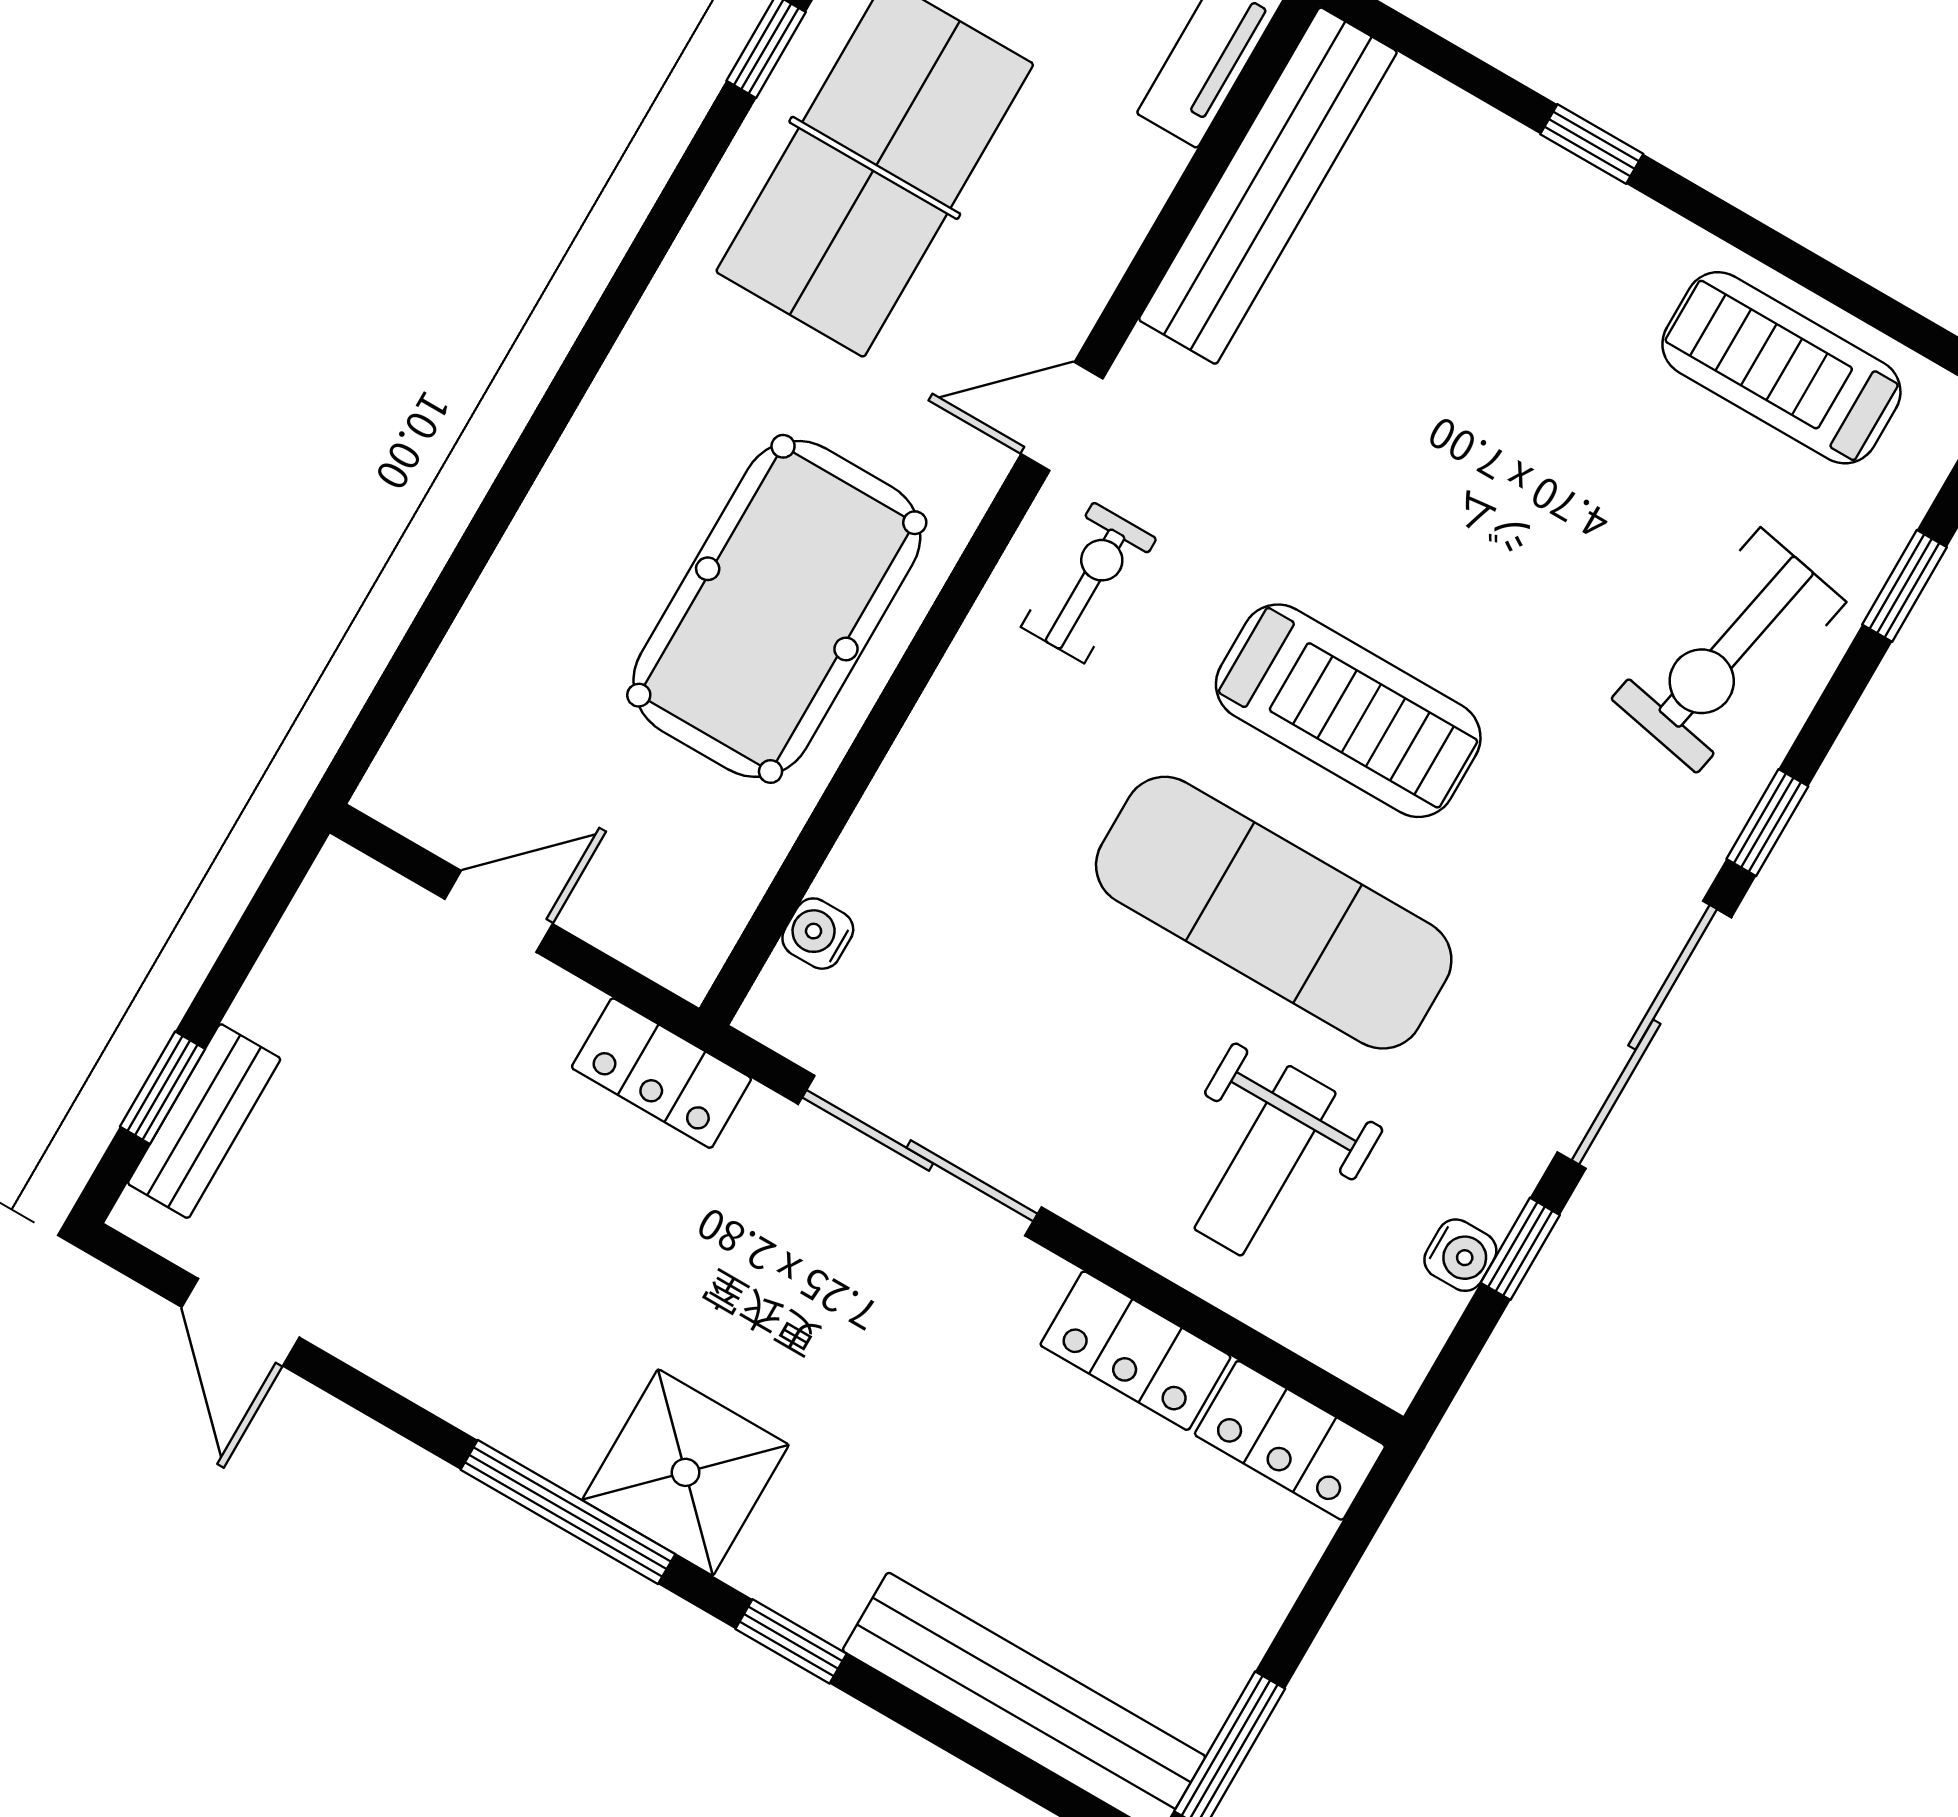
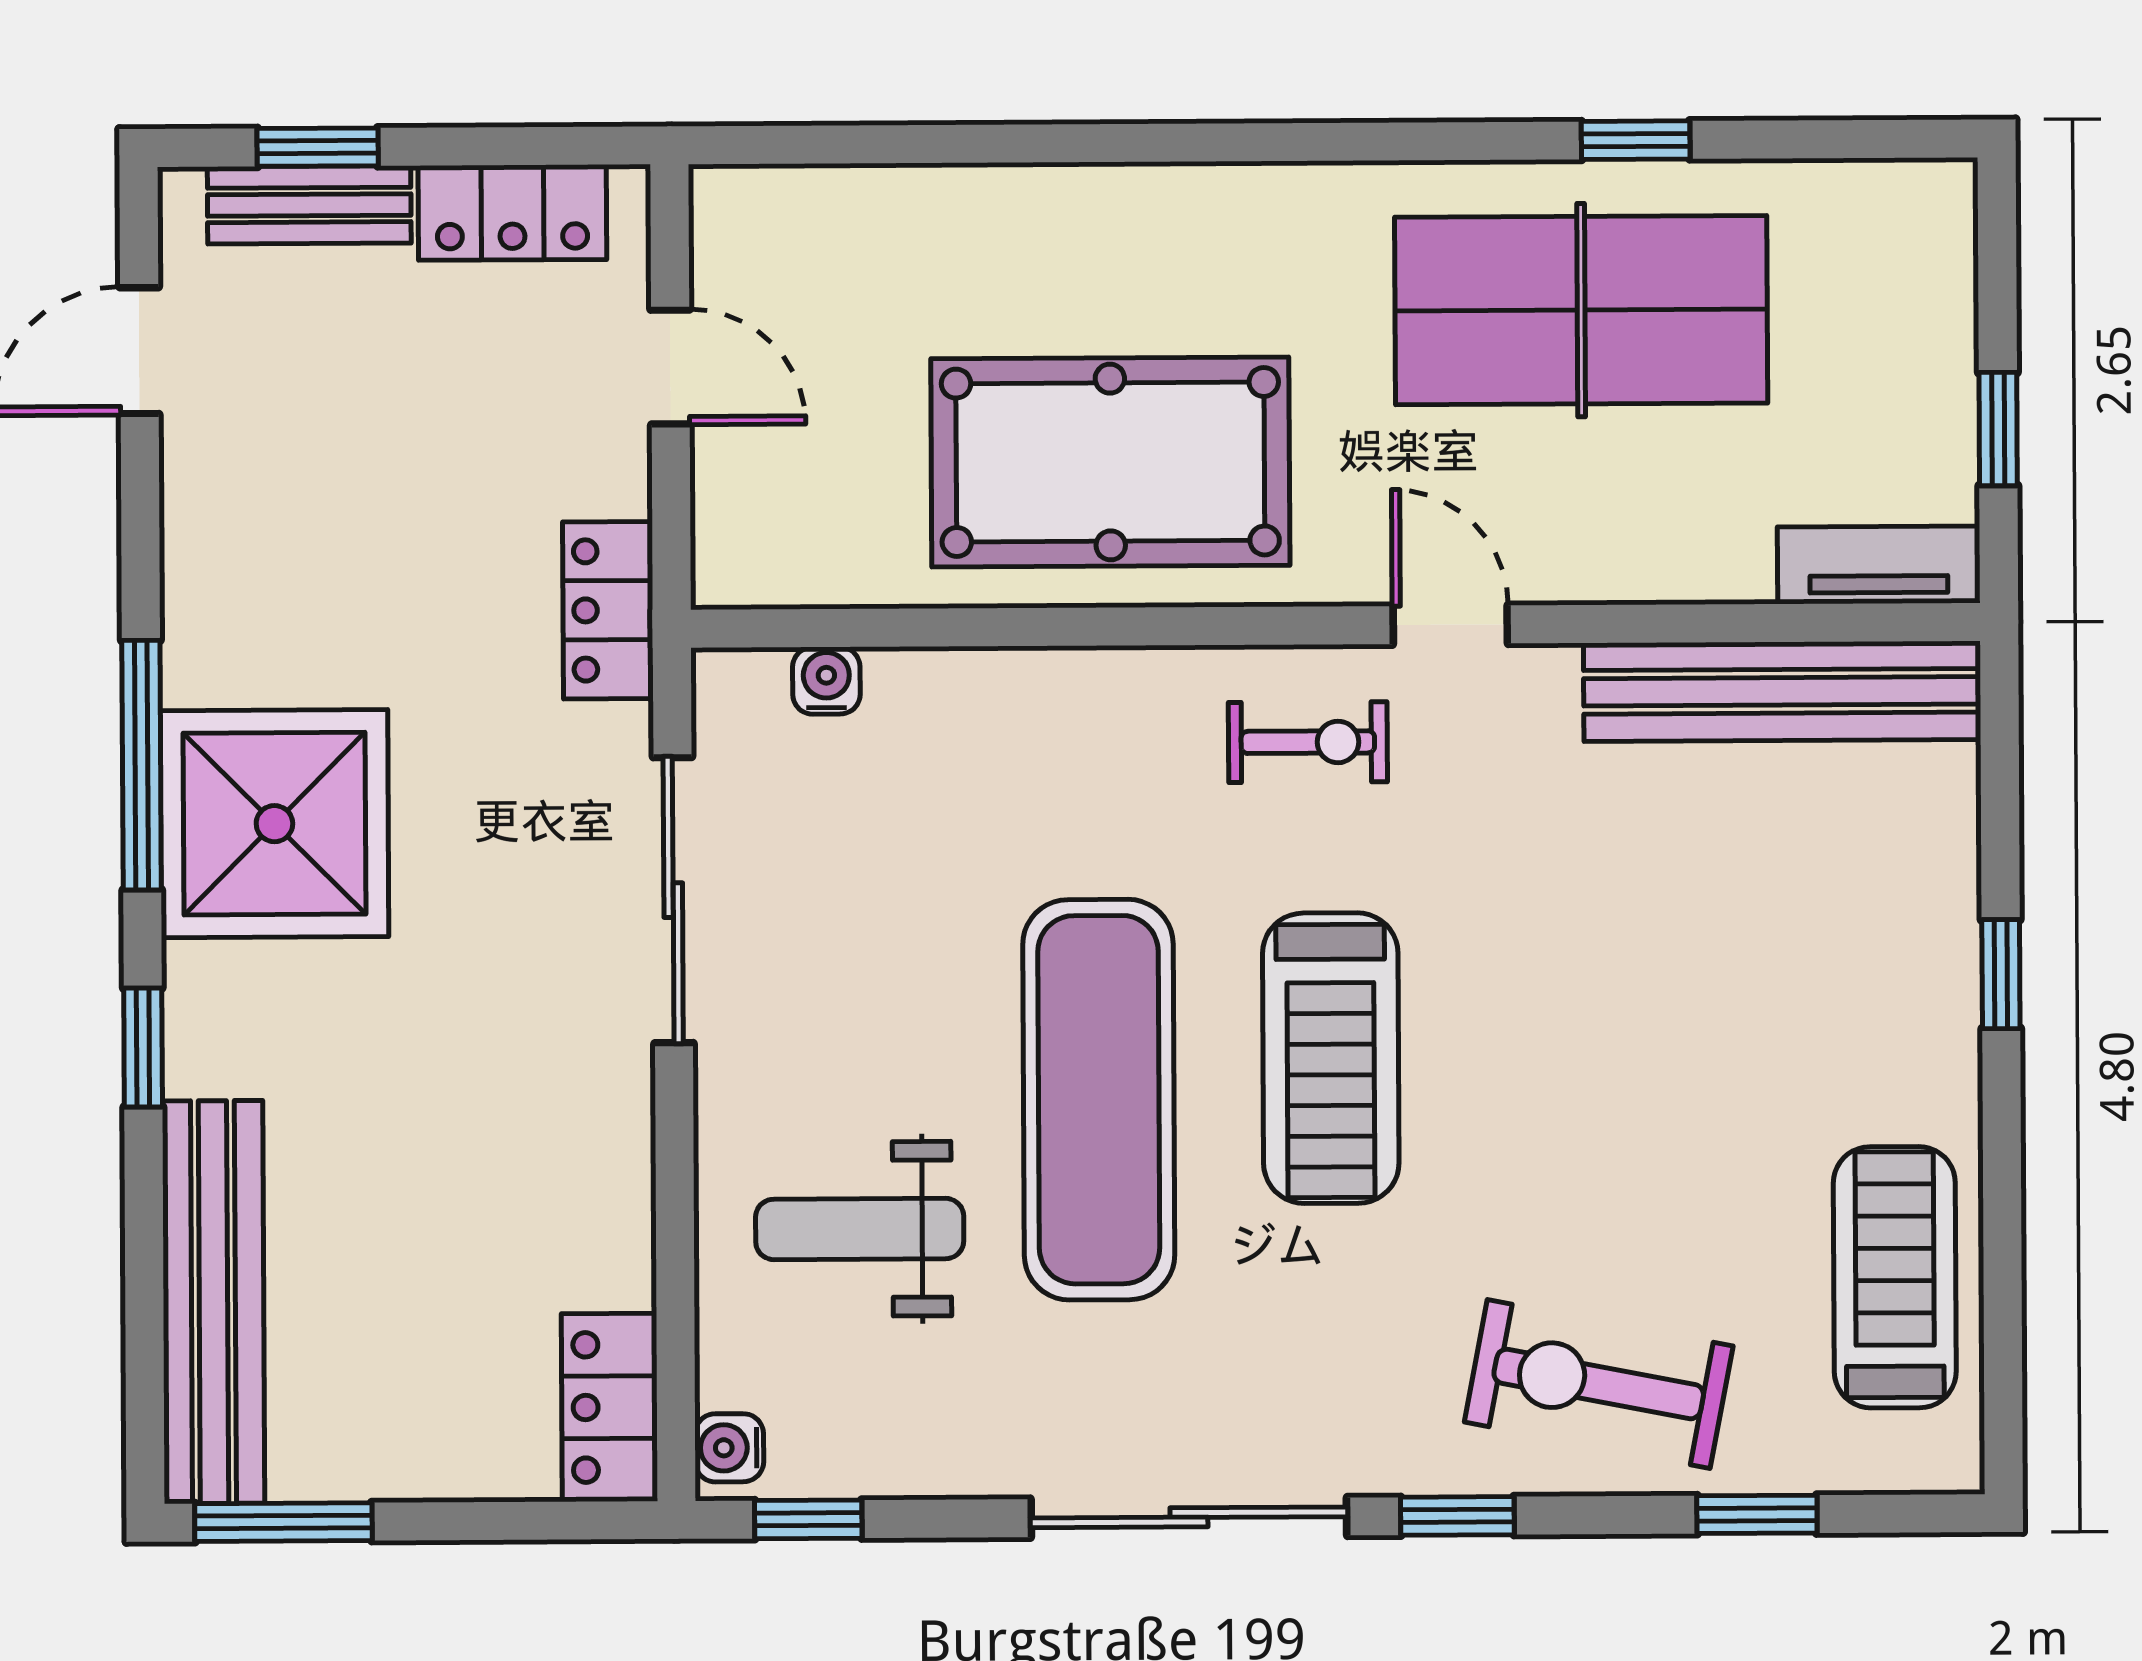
window: (1520, 1249) -> (808, 1519), moved
water cooler: (1460, 1255) -> (729, 1448), moved, turned 90
locker: (1135, 1351) -> (512, 213), moved, turned -90
shower: (686, 1472) -> (274, 824), width x1.37, depth x1.37

